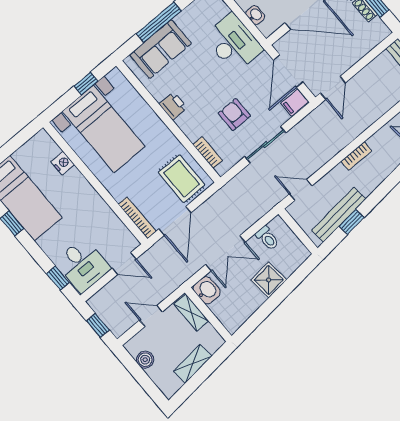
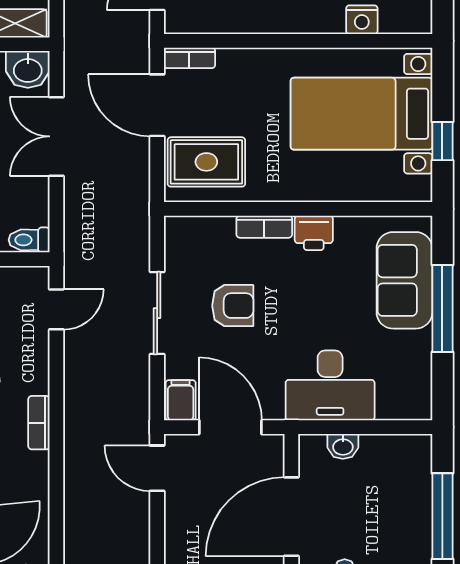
bookcase: (208, 152) -> (264, 227), moved
bookcase: (137, 218) -> (189, 58), width x0.64
toilet: (267, 238) -> (29, 240), moved

